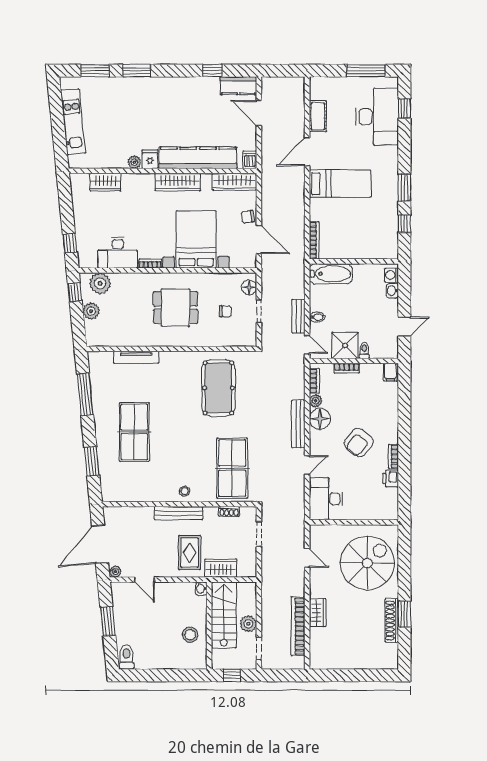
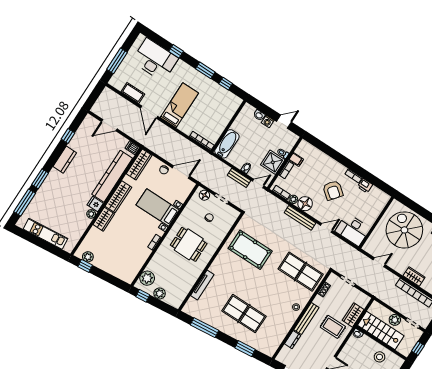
window: (95, 71) -> (25, 202), width x1.44
window: (366, 71) -> (117, 61), moved
kitchen counter: (238, 86) -> (65, 160), moved
window: (404, 109) -> (176, 51), moved
wardrobe: (105, 182) -> (104, 219), moved
plant: (79, 193) -> (88, 257), added
bed with nightstands: (196, 239) -> (158, 207), width x0.73
window: (70, 243) -> (85, 266), moved
desk: (118, 253) -> (136, 257), removed
washing machine: (391, 275) -> (268, 121), moved
dining table: (175, 308) -> (189, 244), turned 90
door: (404, 327) -> (284, 122), hinge flipped
filing cabinet: (390, 372) -> (296, 160), moved
door: (307, 465) -> (326, 228), hinge flipped
dresser: (141, 513) -> (293, 340), added

